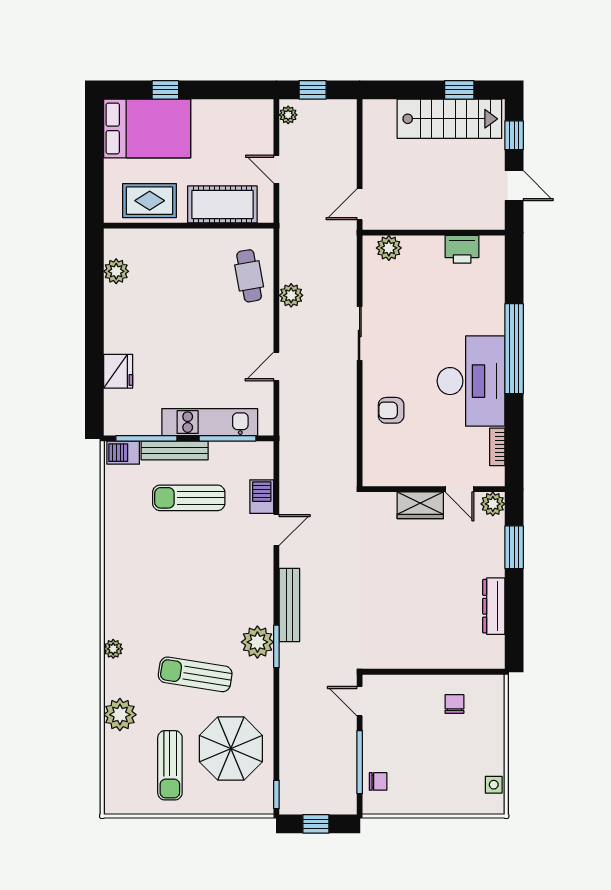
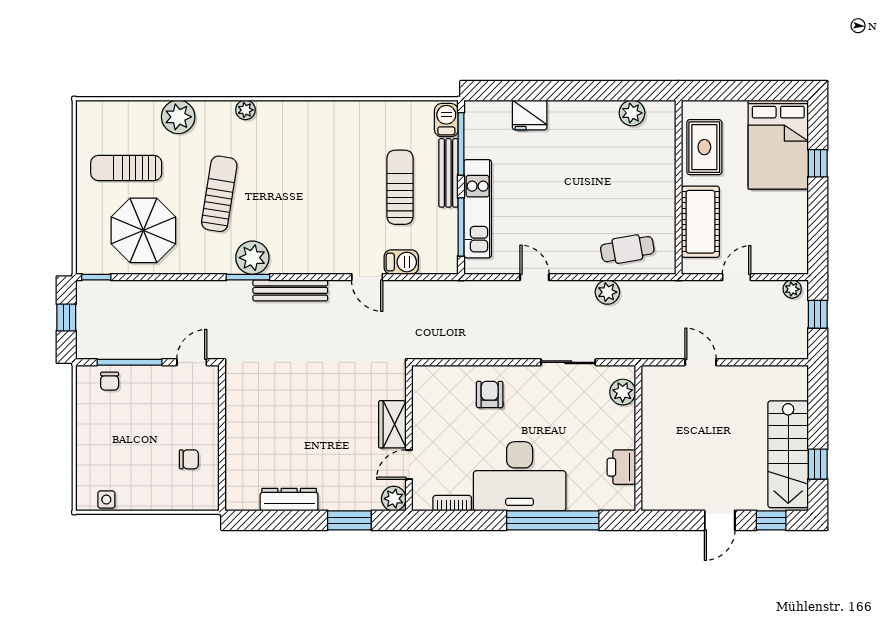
wall: (434, 233) -> (638, 438), moved
plant: (389, 248) -> (623, 392), moved
printer: (462, 249) -> (621, 467), moved

